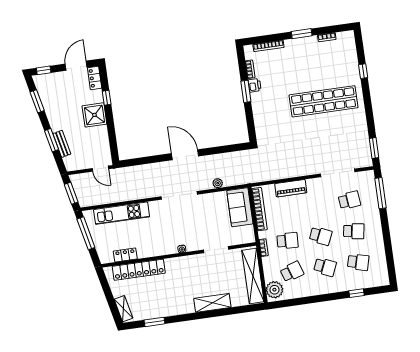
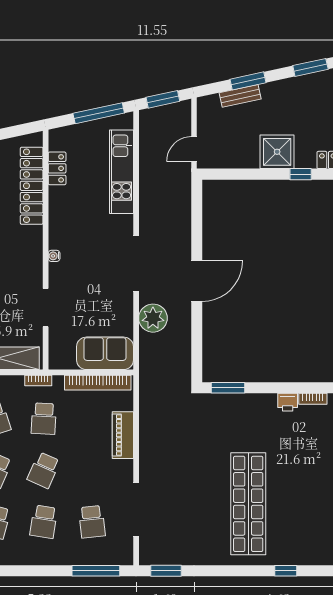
window: (246, 91) -> (228, 388), moved
plant: (218, 183) -> (153, 318), width x1.87, depth x1.87

